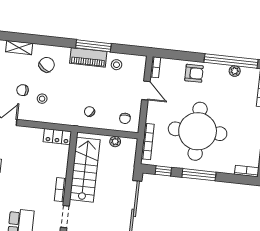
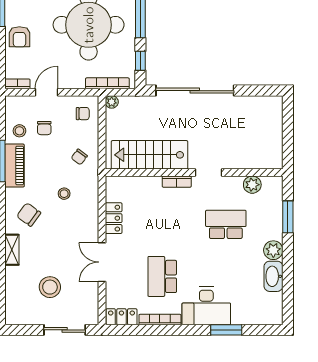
armchair: (194, 73) -> (19, 37), turned 180
chair: (23, 90) -> (44, 128), moved
stool: (42, 99) -> (64, 194), moved
locker: (57, 137) -> (114, 218), moved
plant: (115, 141) -> (112, 102), moved

